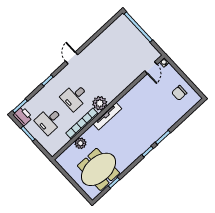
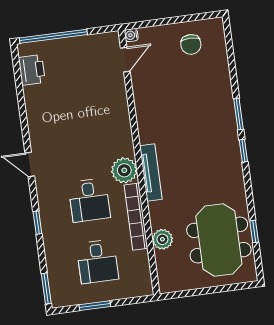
door: (151, 68) -> (125, 60), hinge flipped
printer: (23, 116) -> (32, 70), moved, turned 90

